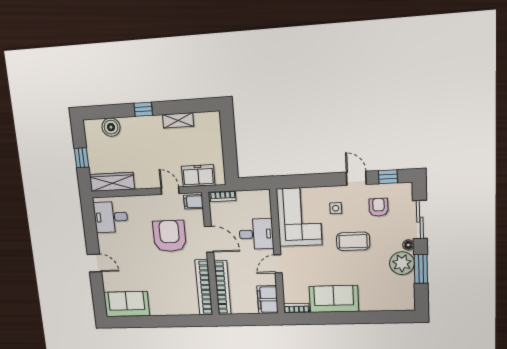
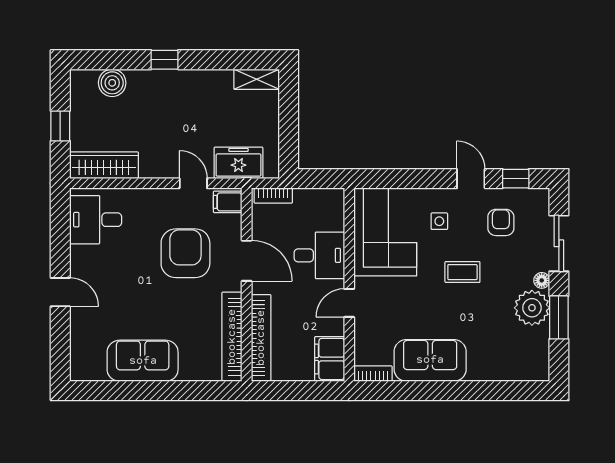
shelving: (178, 120) -> (257, 79), moved
coffee table: (353, 241) -> (462, 272), width x0.73, depth x0.77
sofa: (127, 304) -> (143, 361), moved

